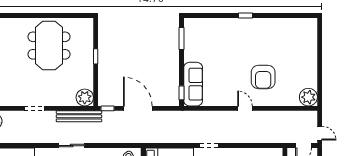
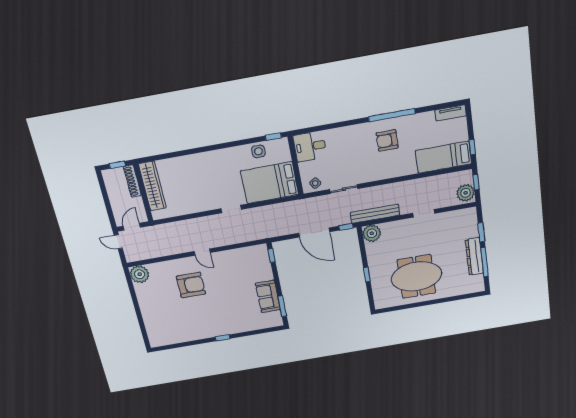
meeting table: (49, 46) -> (417, 276), turned 90
armchair: (263, 77) -> (191, 285), turned 90
sofa: (193, 84) -> (268, 296), moved, width x0.73
sliding door: (72, 146) -> (344, 189), moved

